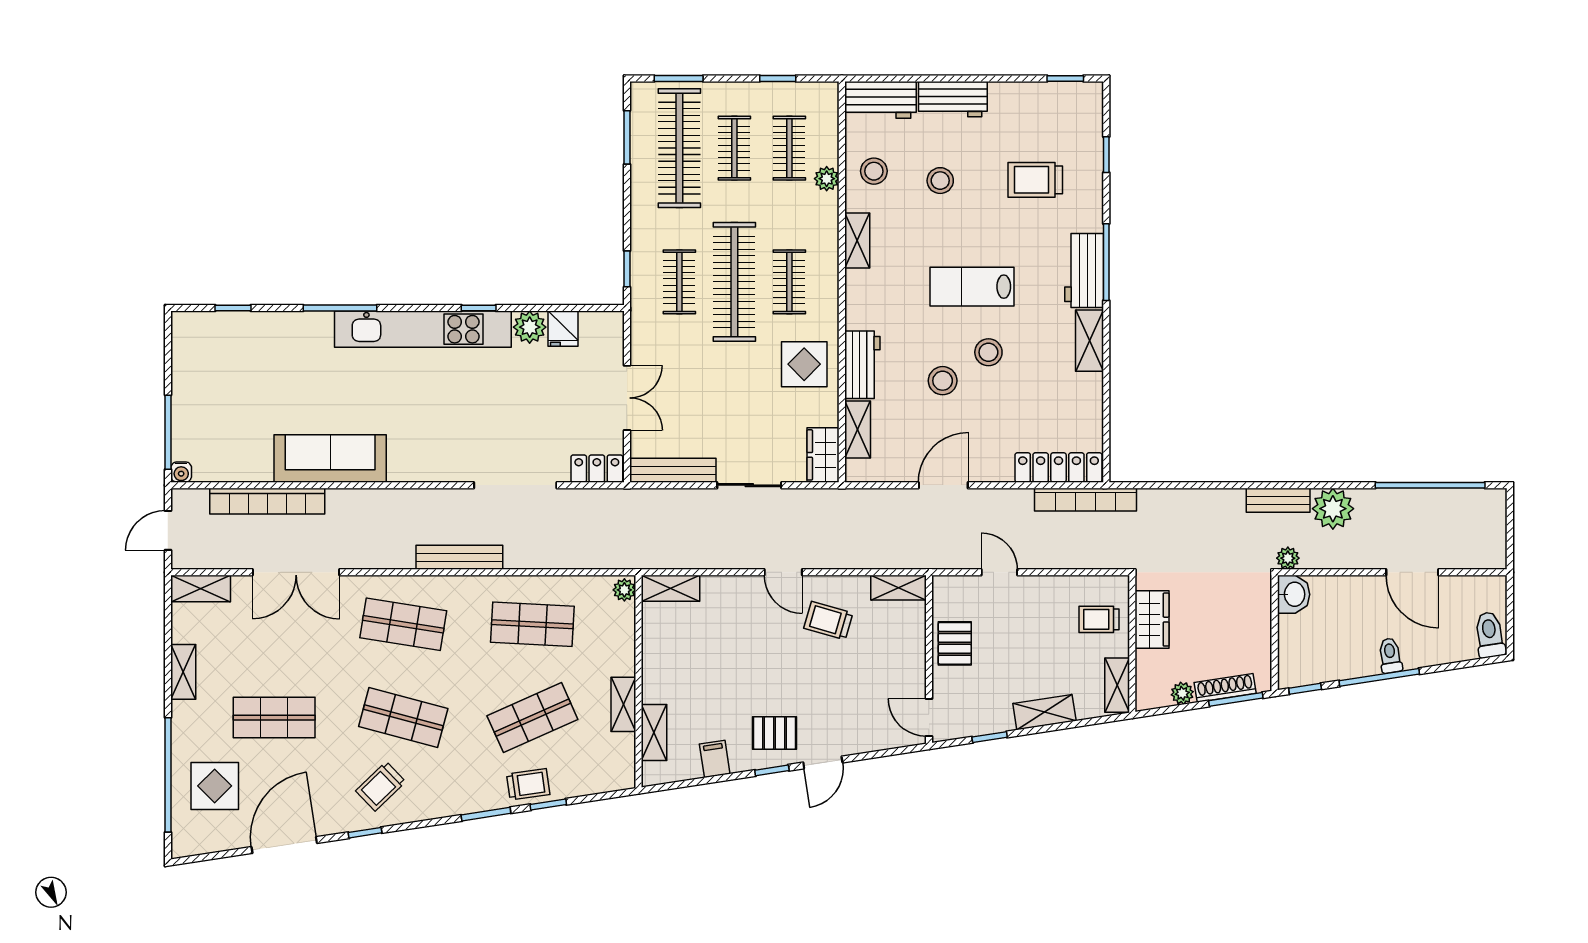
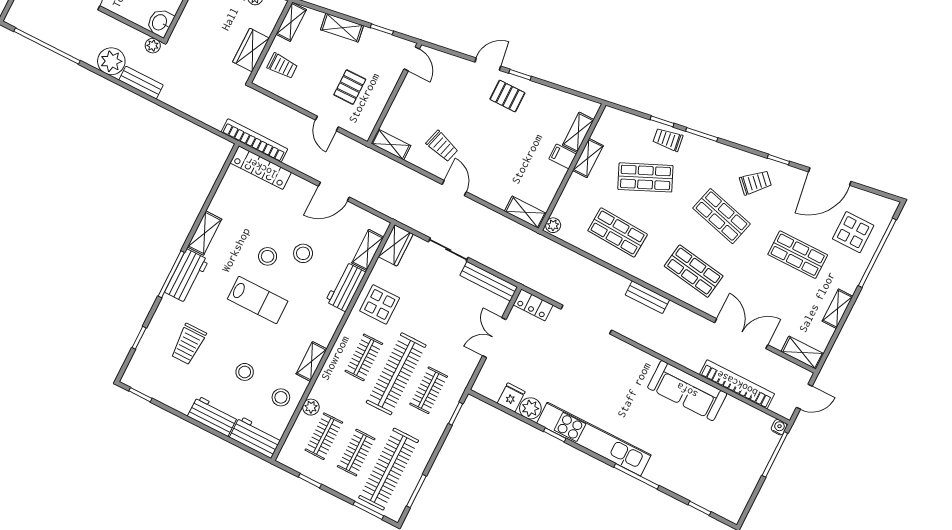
trolley: (1035, 180) -> (188, 344), turned 90
bench: (459, 557) -> (647, 297), width x0.73
pallet: (955, 643) -> (350, 87), moved
filing cabinet: (715, 759) -> (563, 156), moved, turned 99

